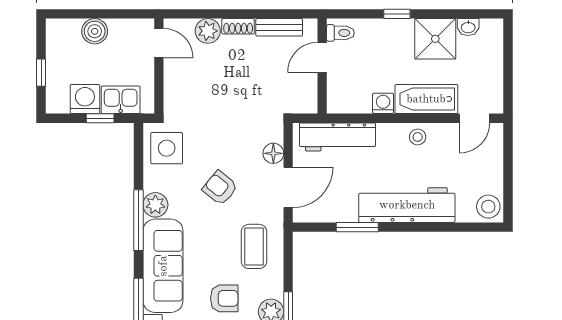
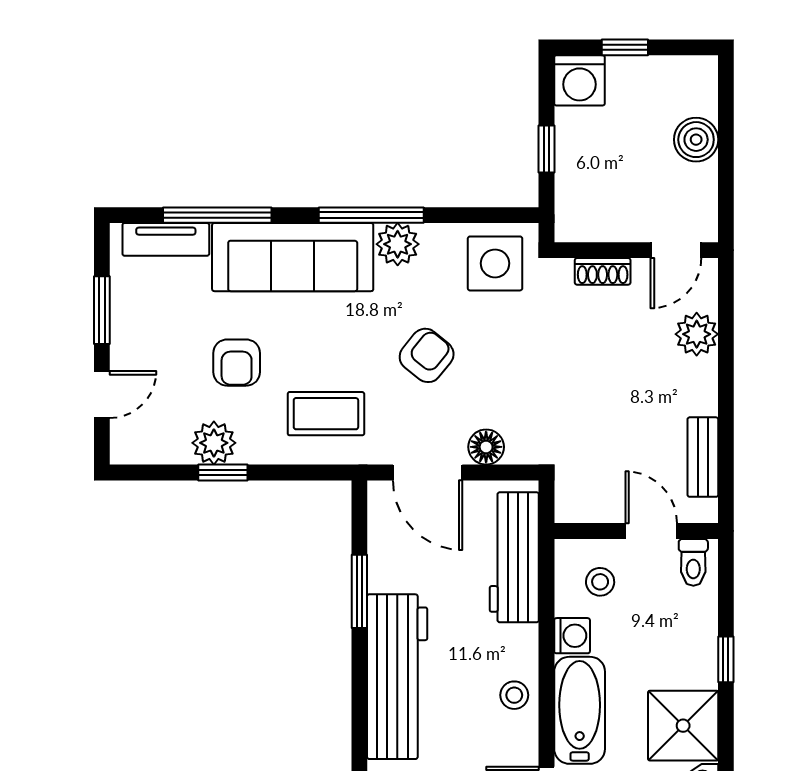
shoe rack: (238, 26) -> (603, 271), moved, turned -90
stool: (352, 87) -> (600, 582), added
washing machine: (85, 99) -> (580, 80), moved, turned 90
kitchen sink: (121, 100) -> (578, 184), removed

